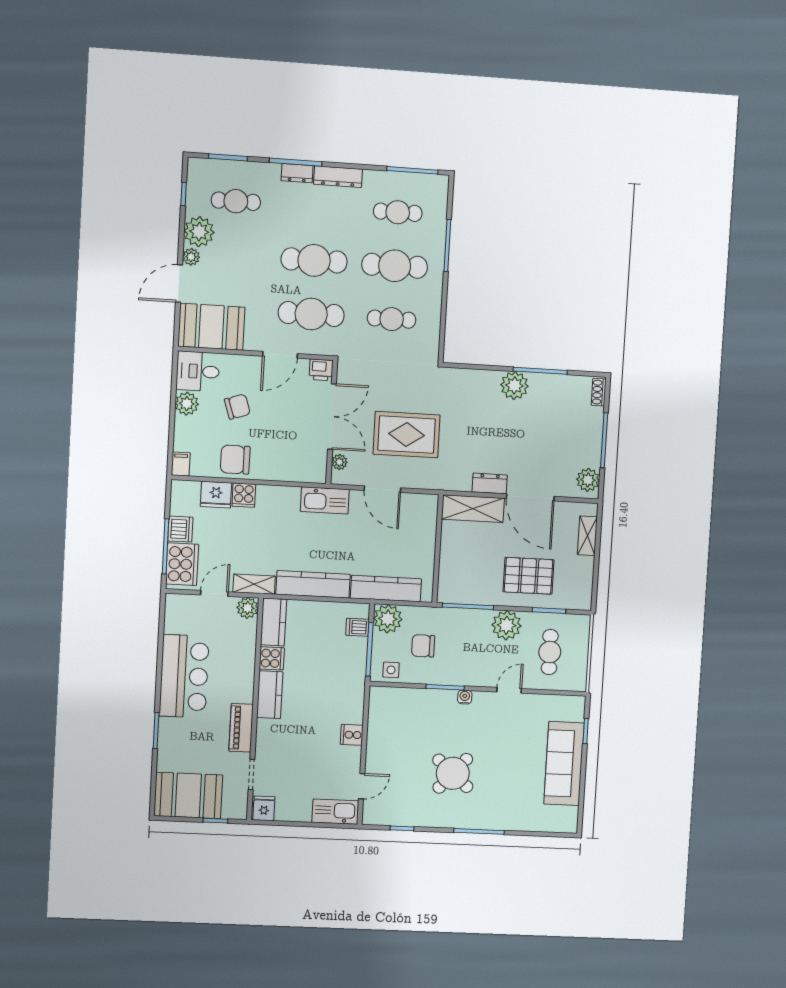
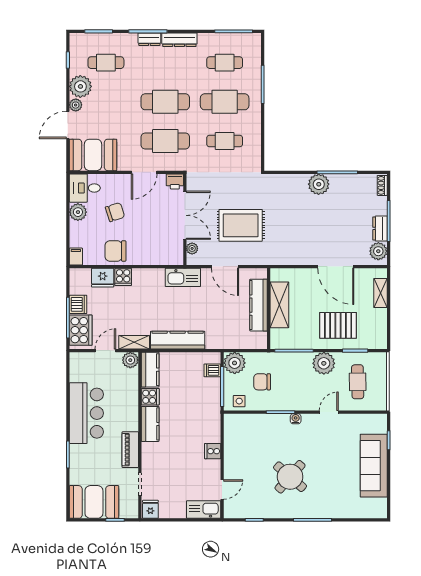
dresser: (490, 483) -> (380, 228), moved, turned -90
shelving: (473, 509) -> (279, 305), moved, turned 90
kitchen counter: (386, 589) -> (259, 305), moved, turned -90

